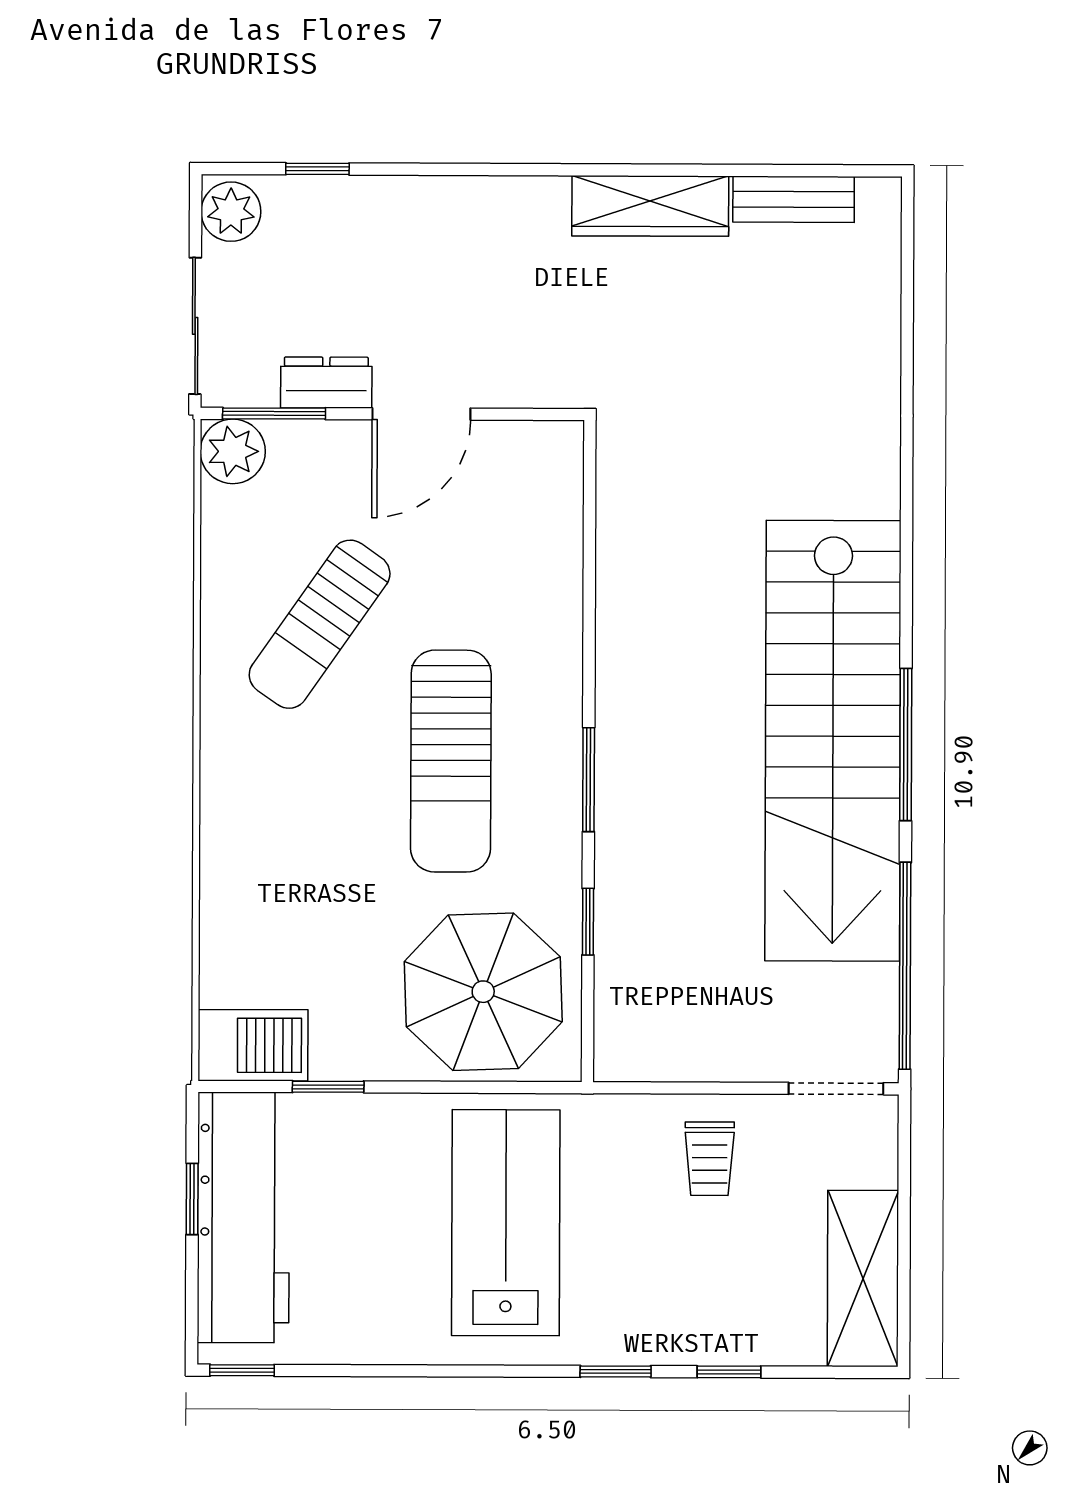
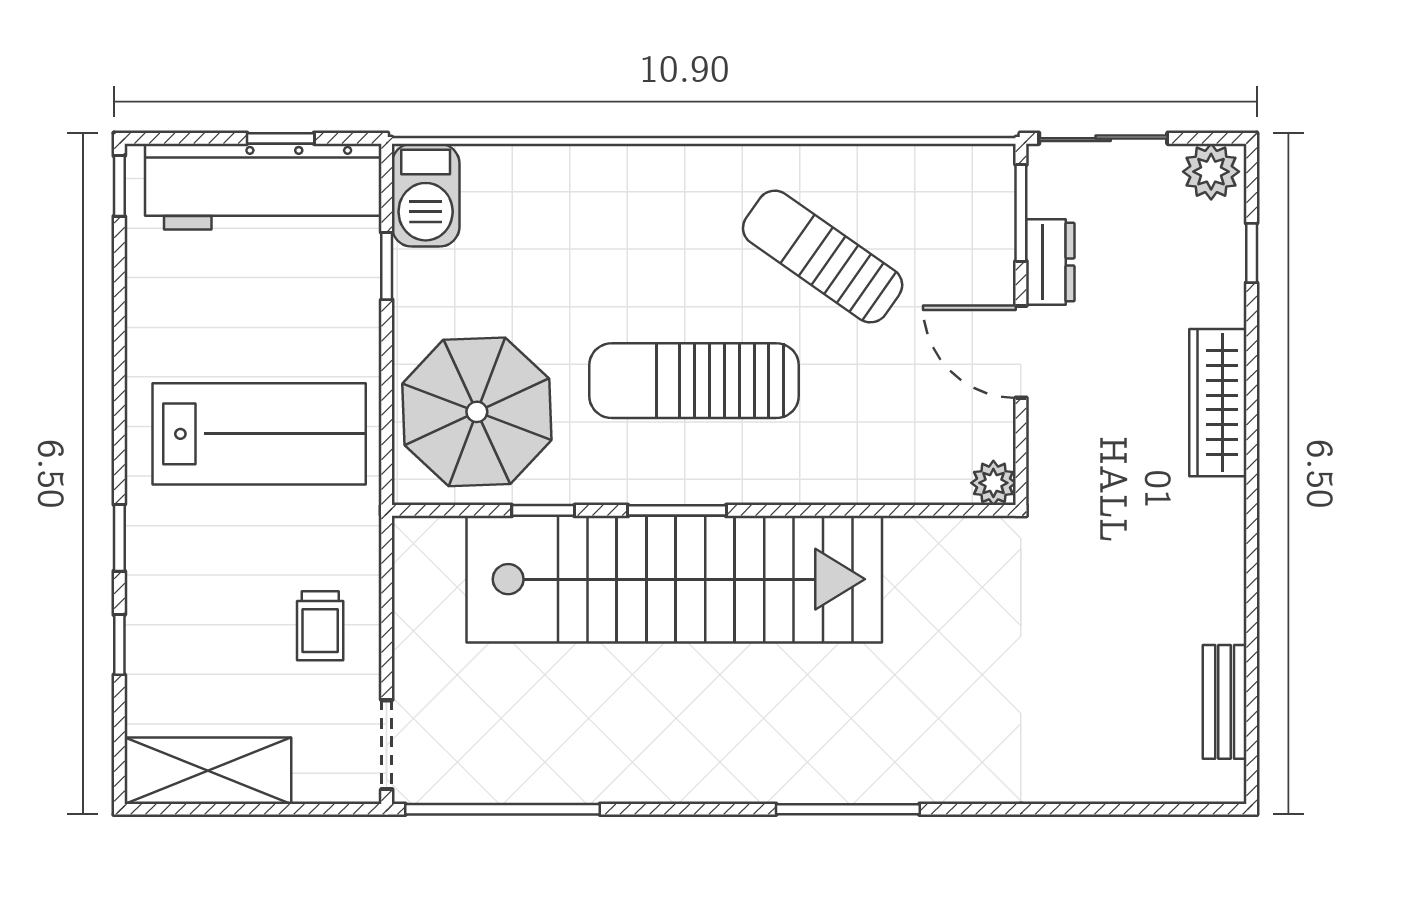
wardrobe: (650, 206) -> (1218, 403), moved
plant: (233, 451) -> (993, 483), moved, width x0.73, depth x0.73
stairs: (833, 741) -> (674, 579), moved, turned 180
window: (906, 744) -> (848, 809), moved
trolley: (710, 1159) -> (320, 626), turned -90

